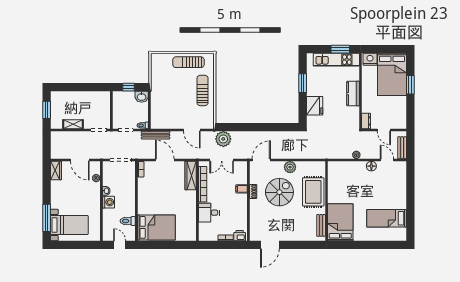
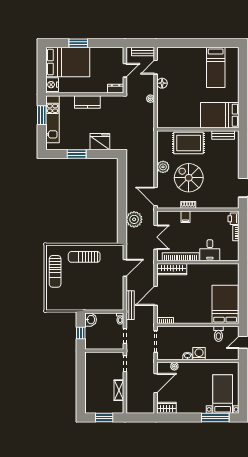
plant: (223, 139) -> (134, 219), moved

